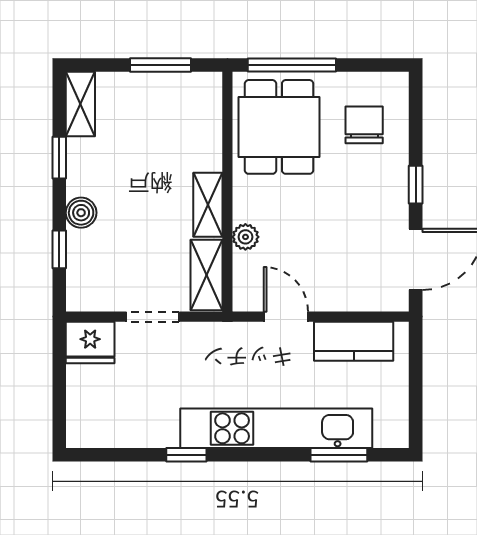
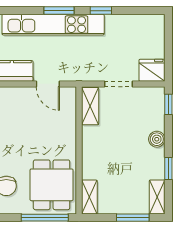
window: (161, 65) -> (133, 218), moved
shelving: (208, 205) -> (89, 197), moved
plant: (245, 237) -> (69, 126), removed
window: (59, 249) -> (168, 104), moved
window: (339, 455) -> (59, 11), moved

